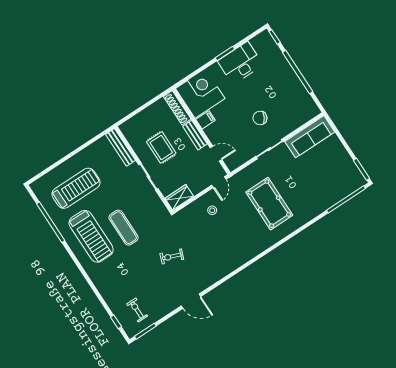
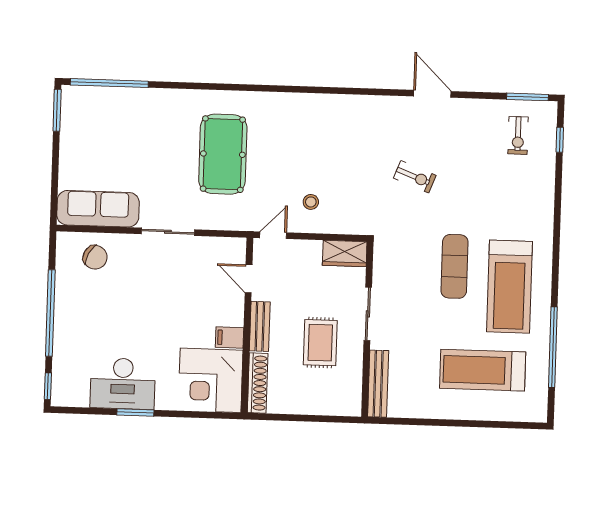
chair: (260, 118) -> (95, 257), moved
treadmill: (91, 236) -> (509, 287), turned 180

